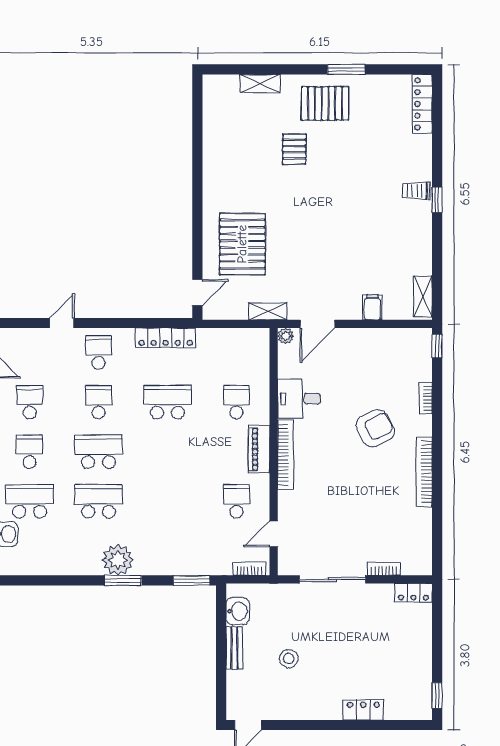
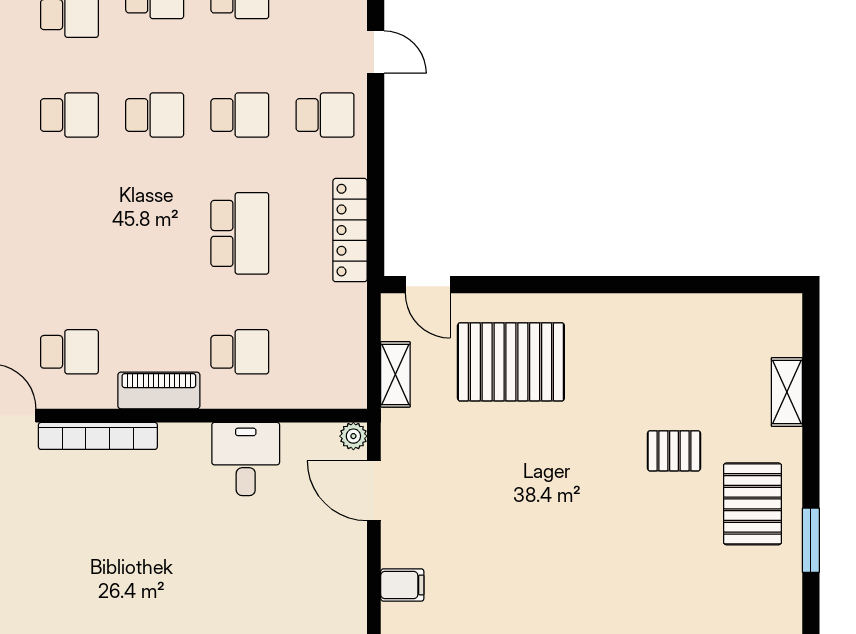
shelving: (268, 311) -> (395, 374), moved
armchair: (375, 428) -> (195, 590), removed
school desk: (99, 452) -> (155, 115), width x0.54
bookcase: (285, 455) -> (98, 436), moved
school desk: (99, 501) -> (69, 115), width x0.54

